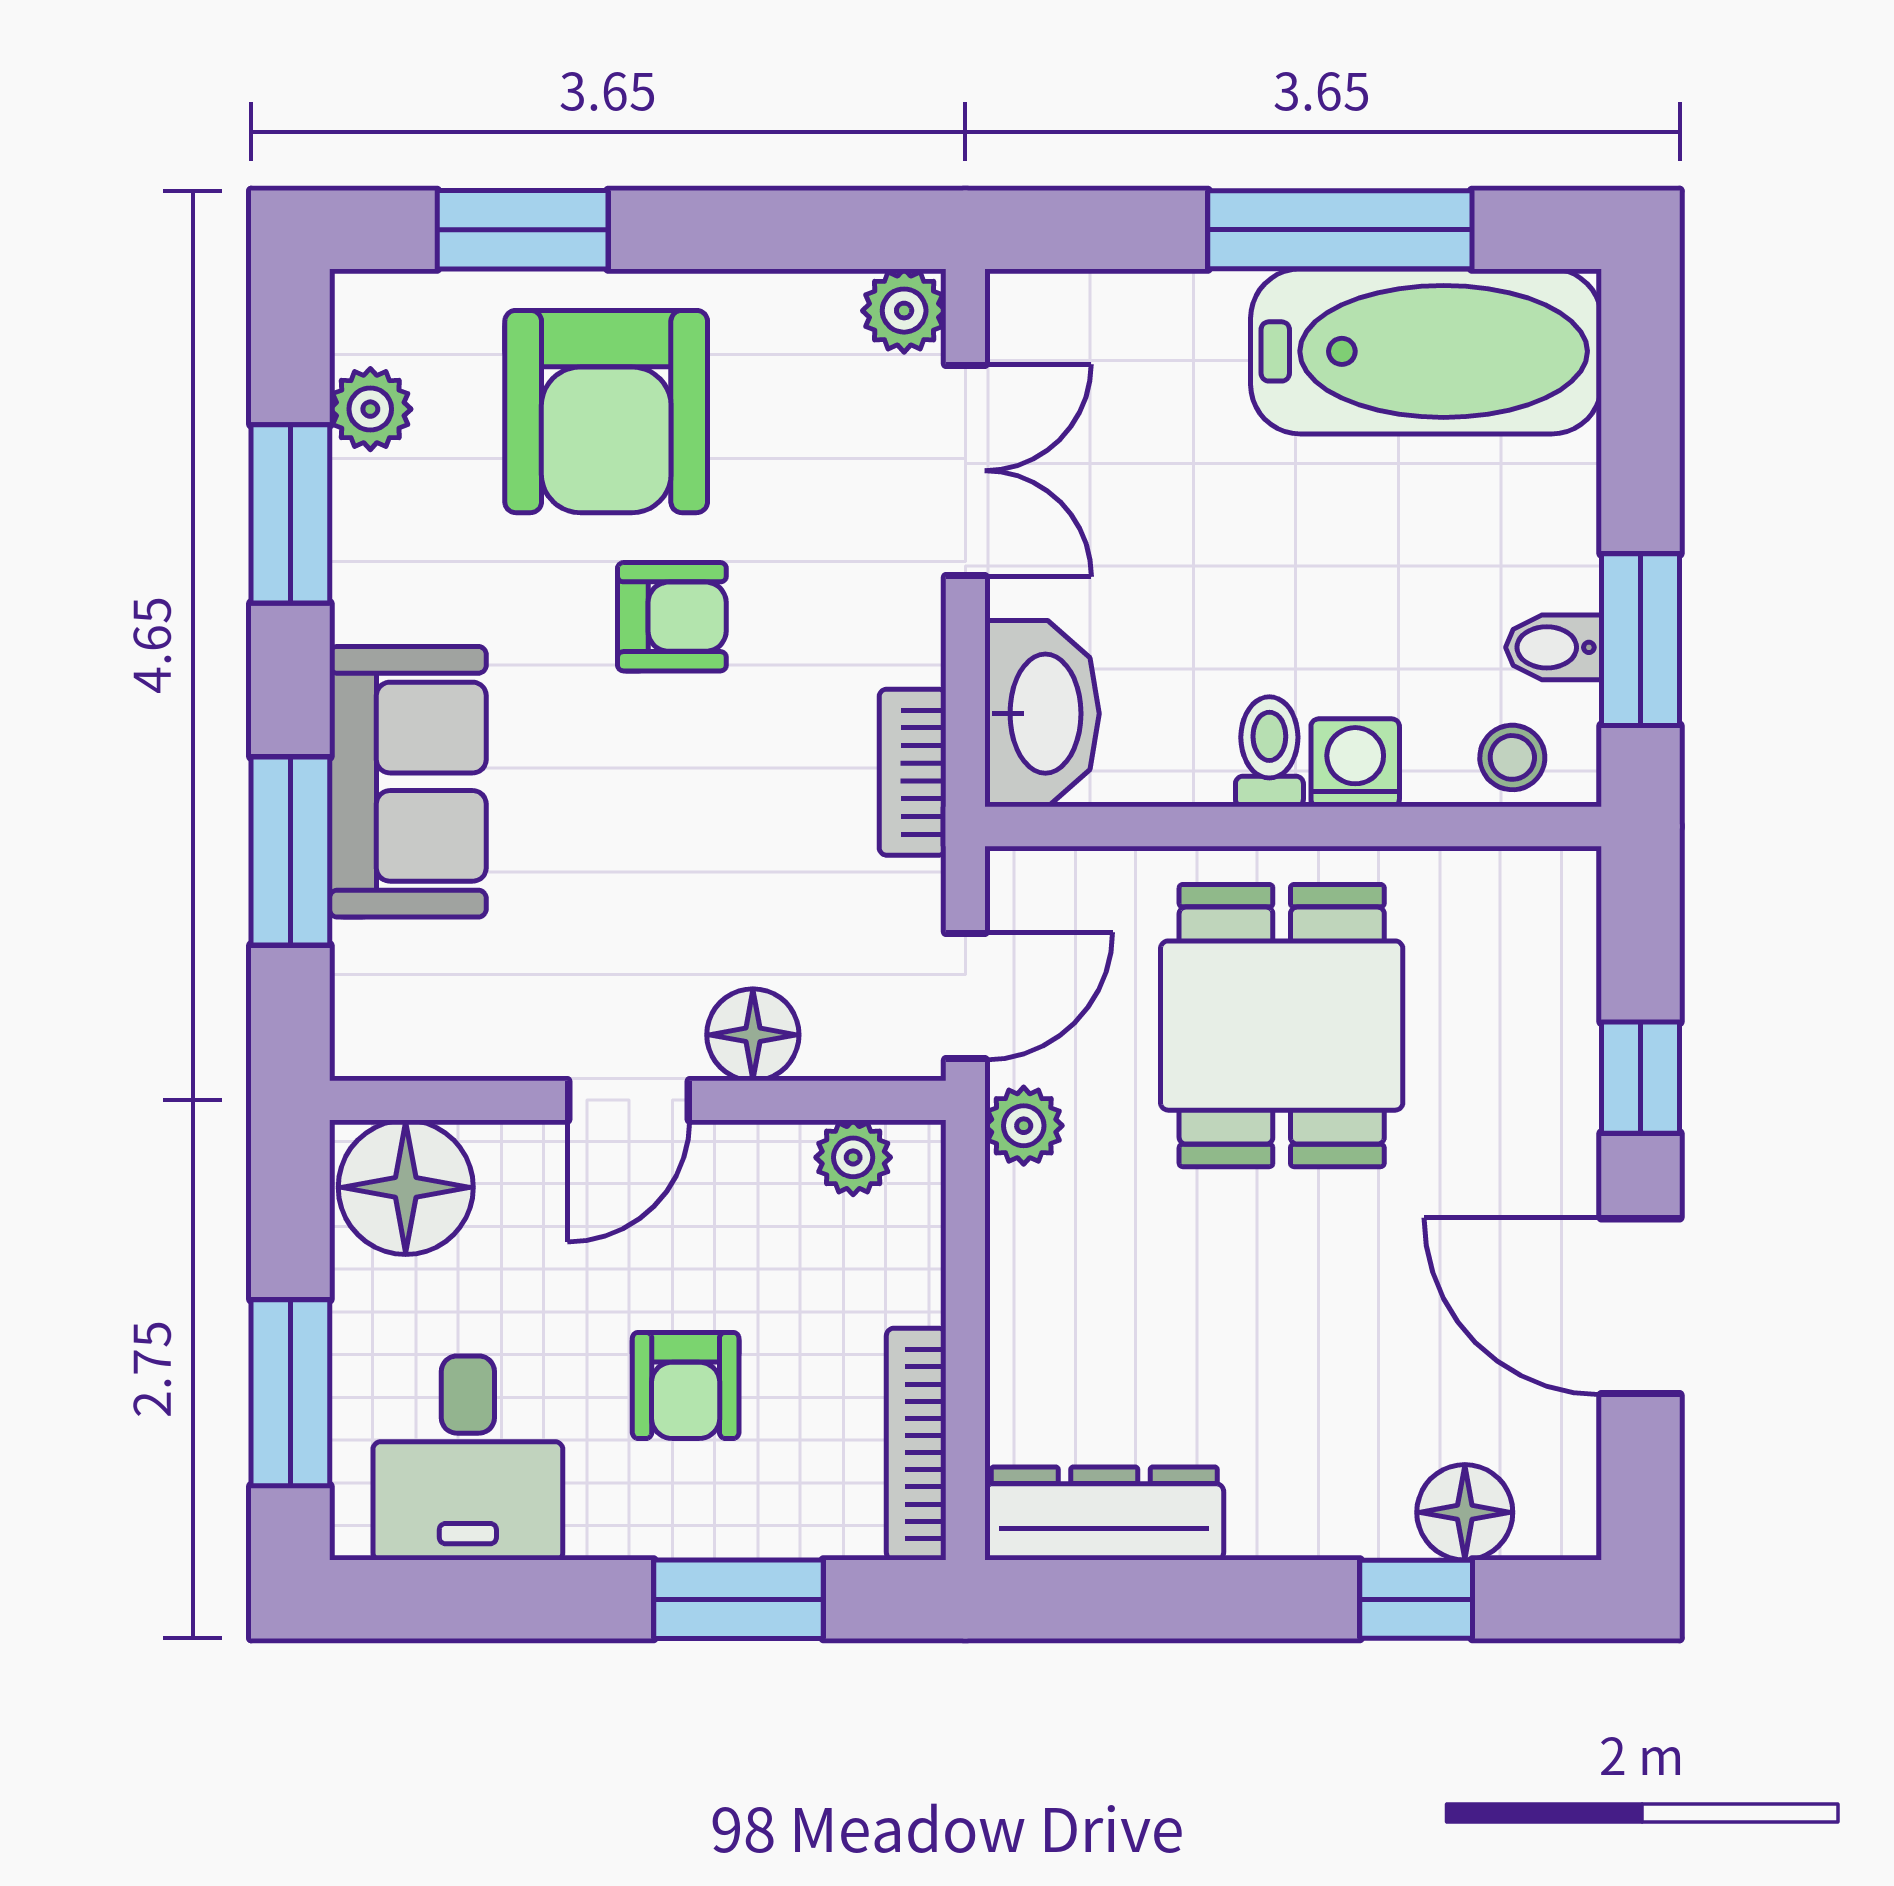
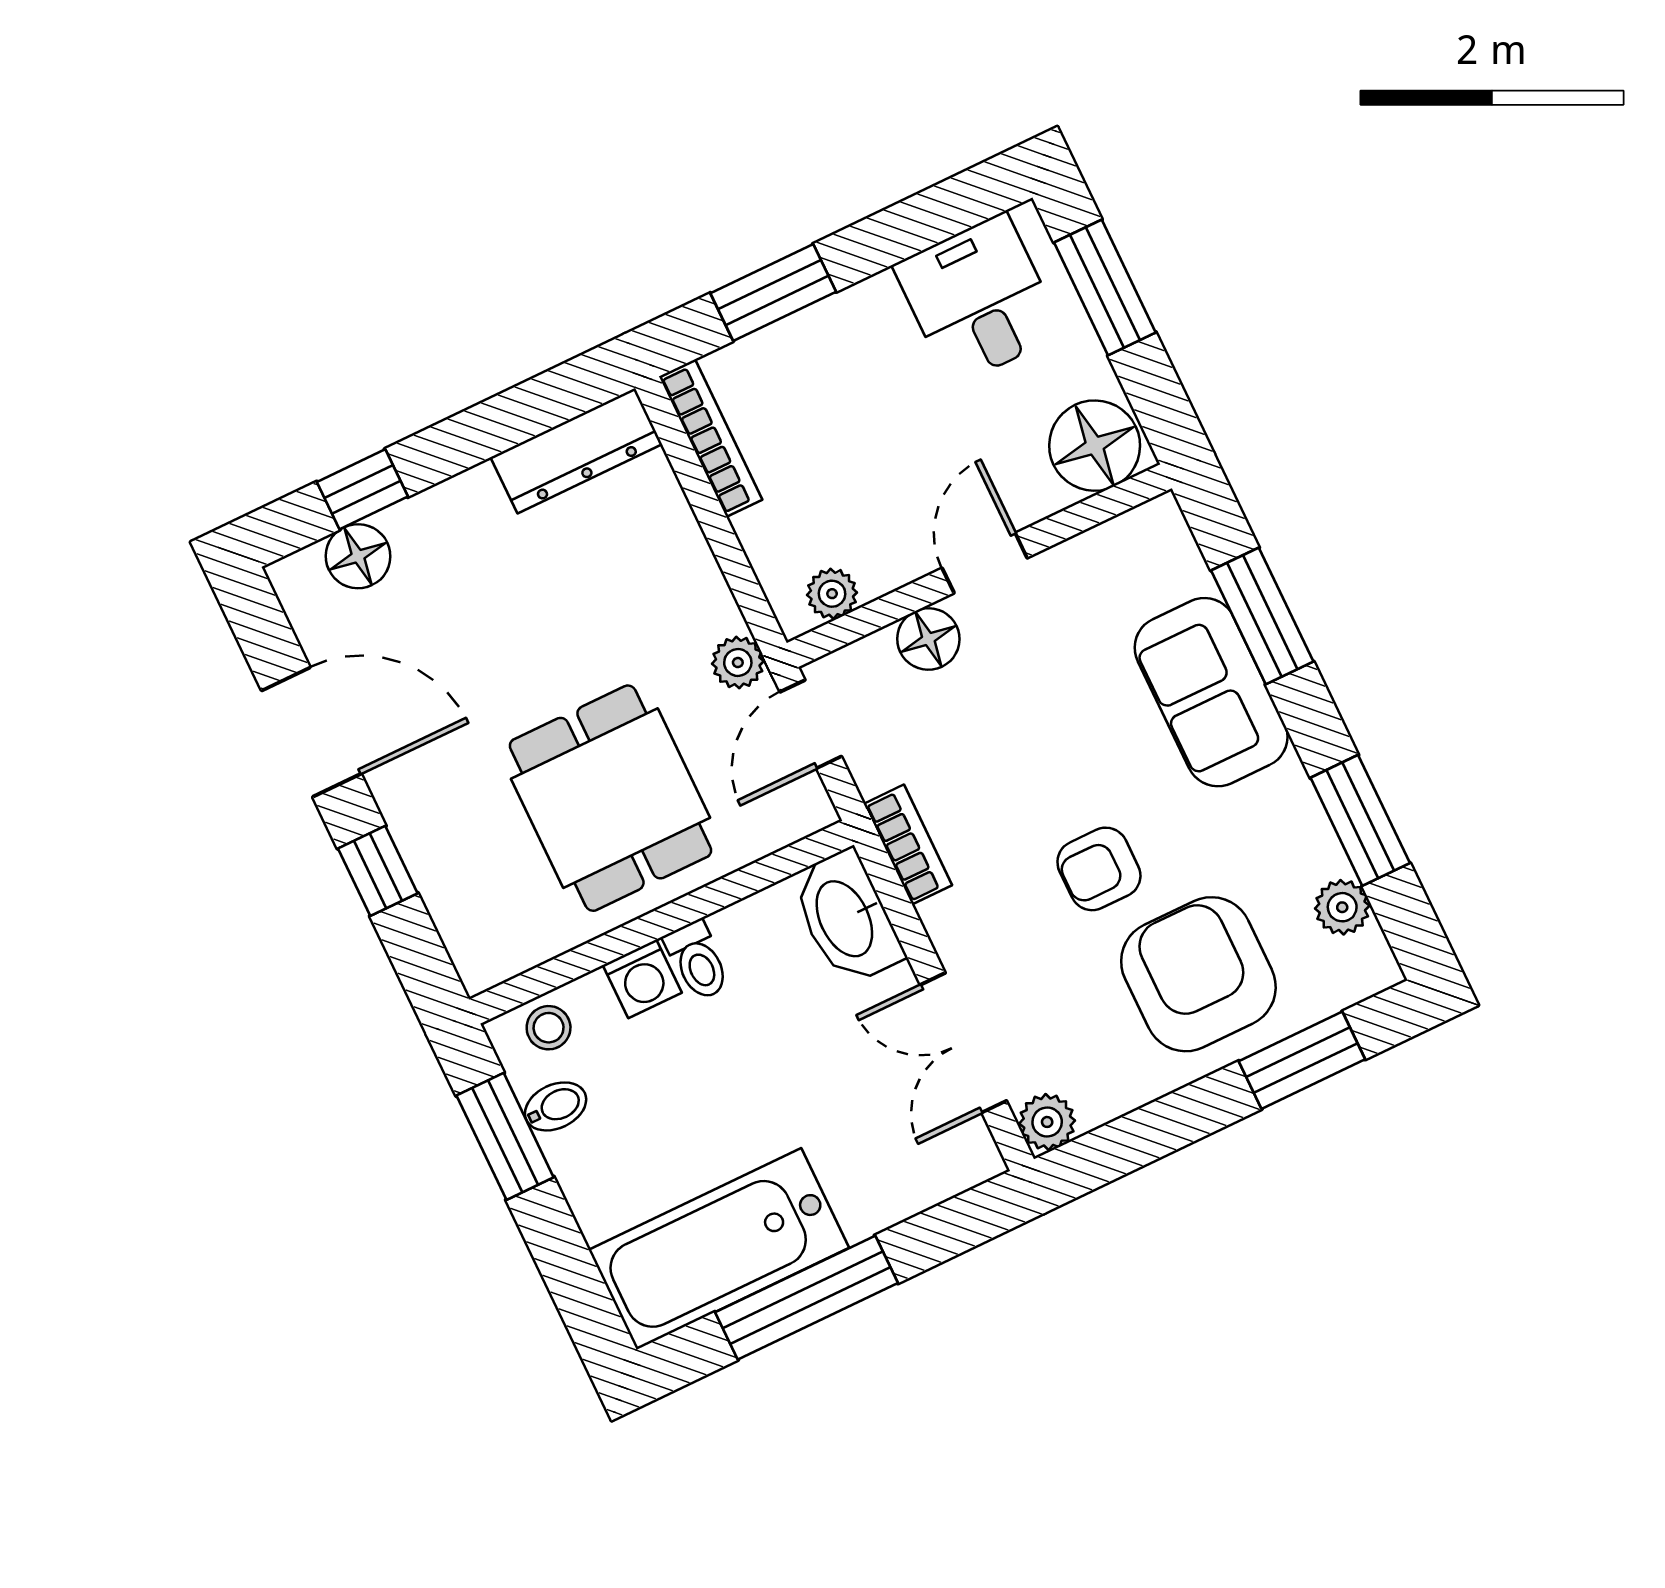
armchair: (686, 1385) -> (867, 407), removed

